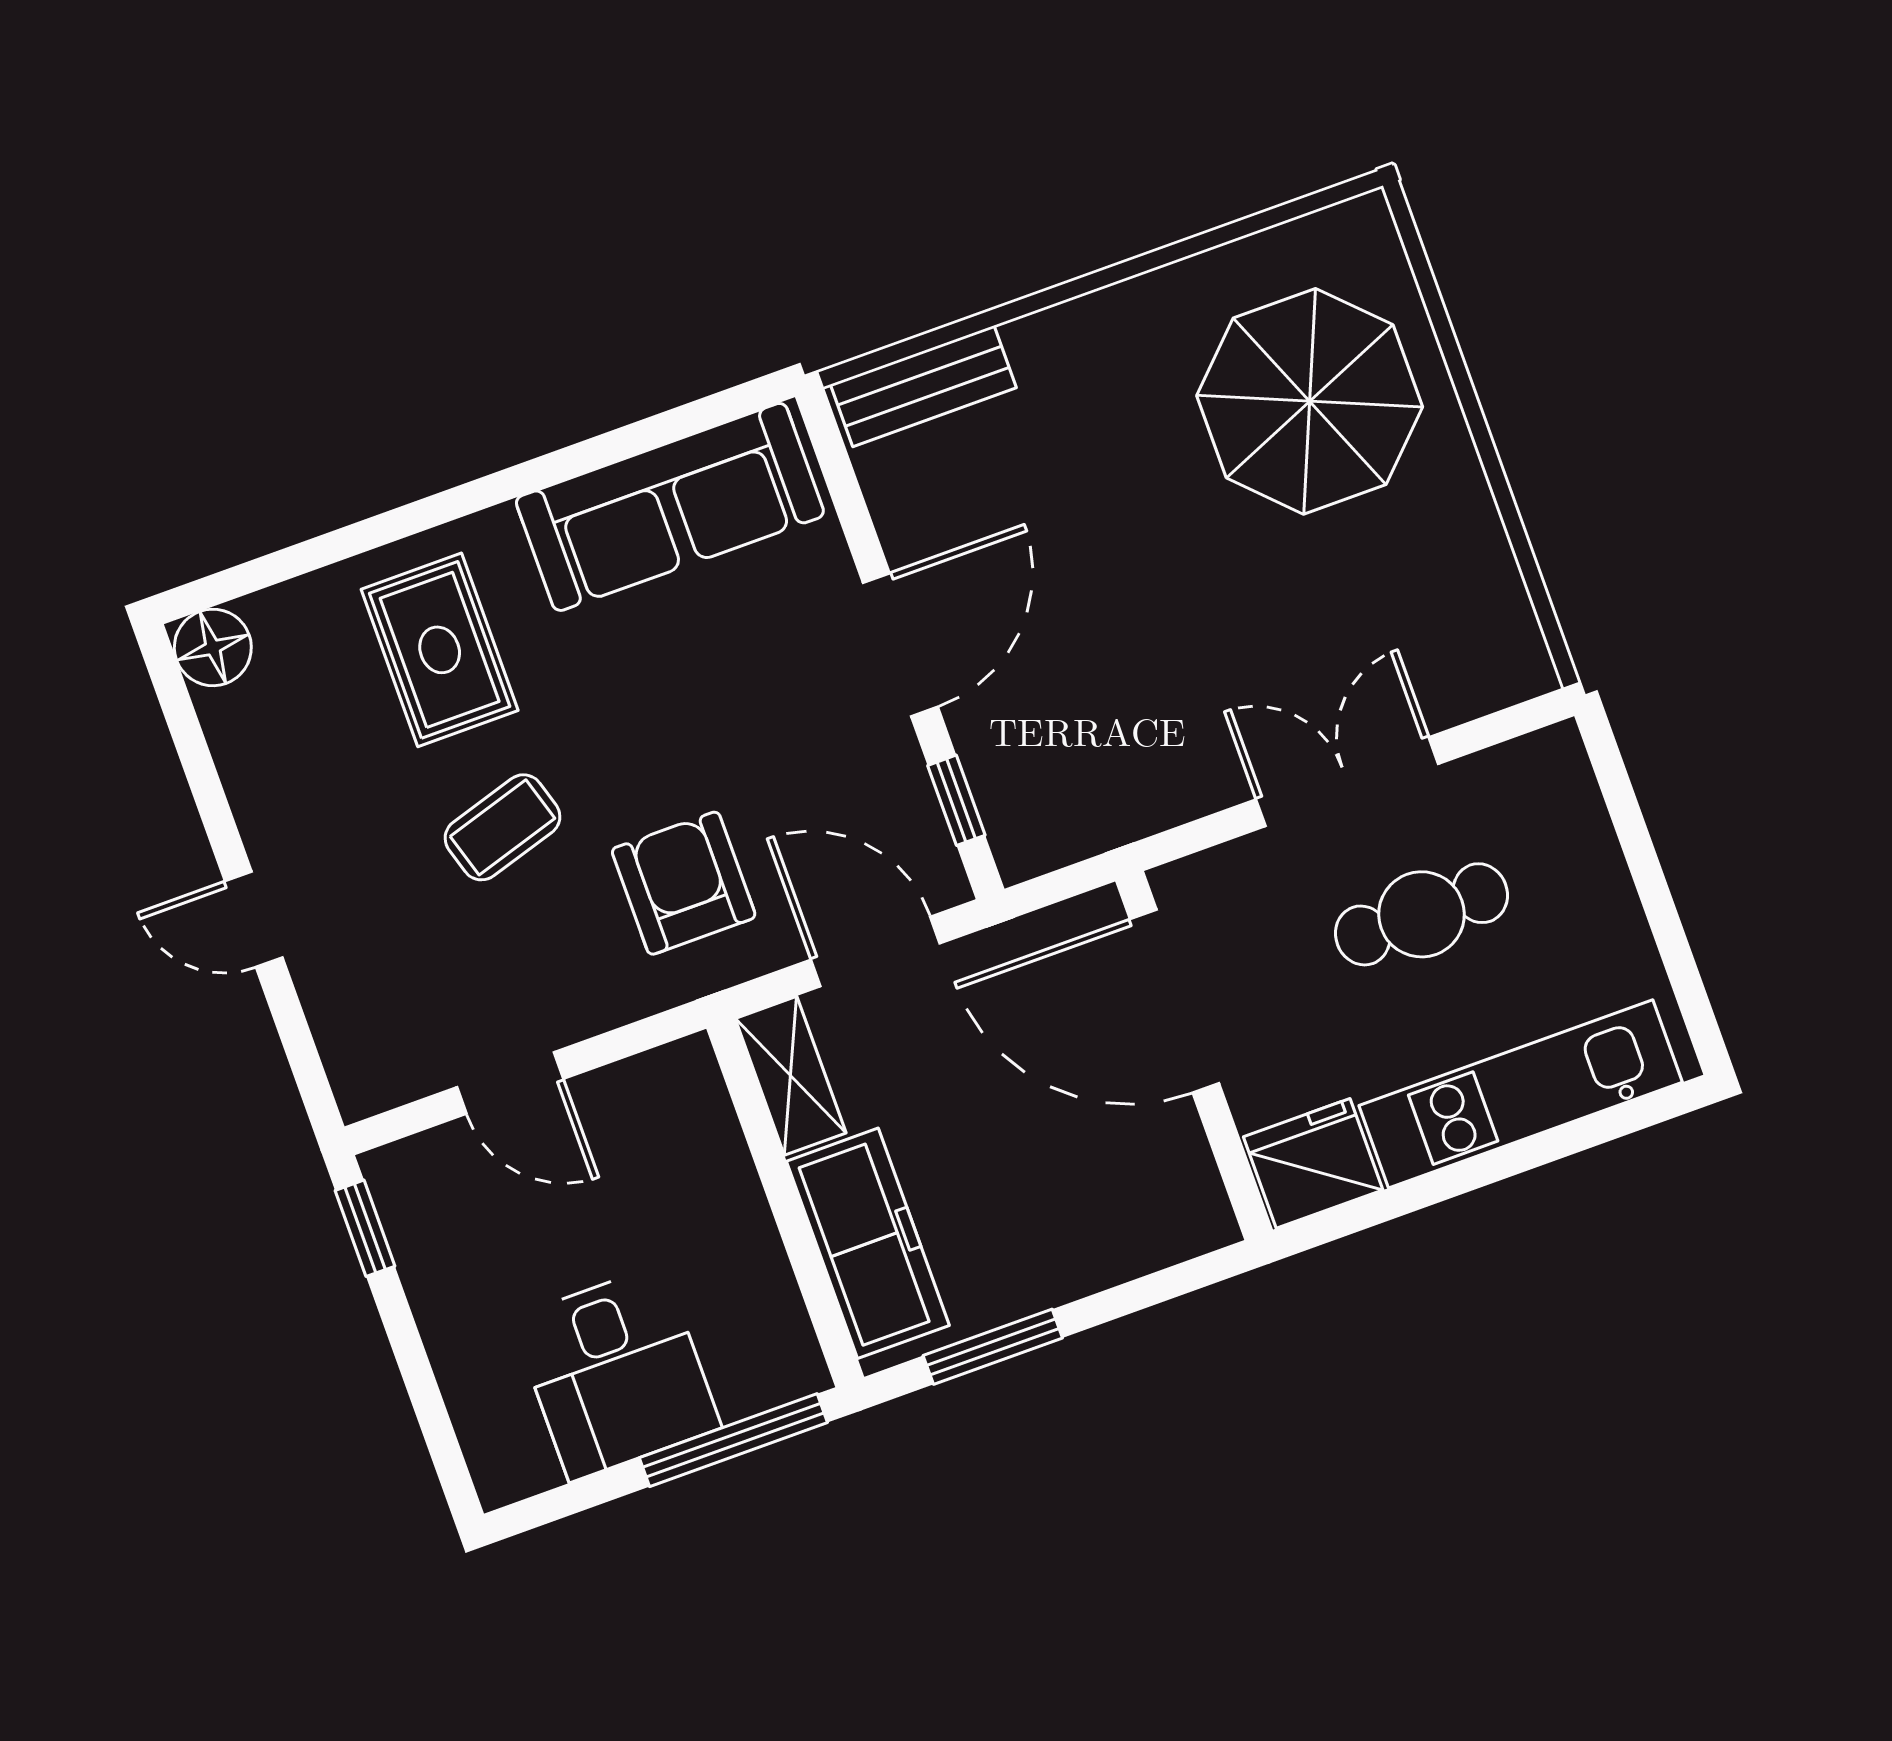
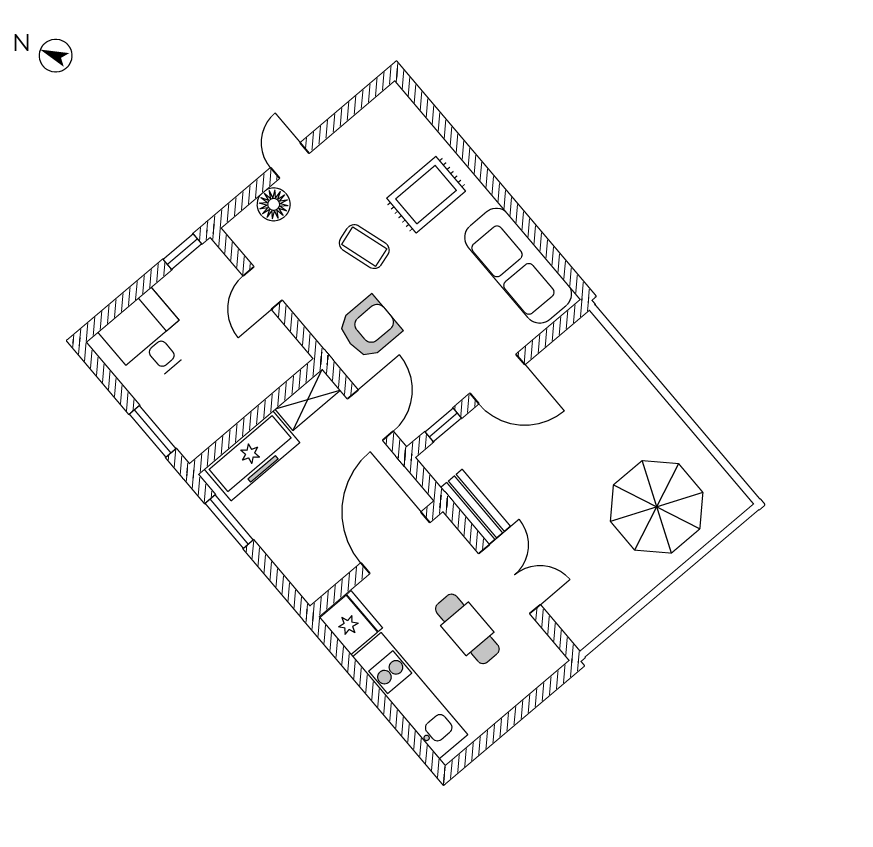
bench: (923, 386) -> (475, 507), moved
floor lamp: (213, 647) -> (274, 204), moved
desk: (616, 1373) -> (149, 338), moved, turned 90
window: (733, 1440) -> (153, 431), width x0.69

